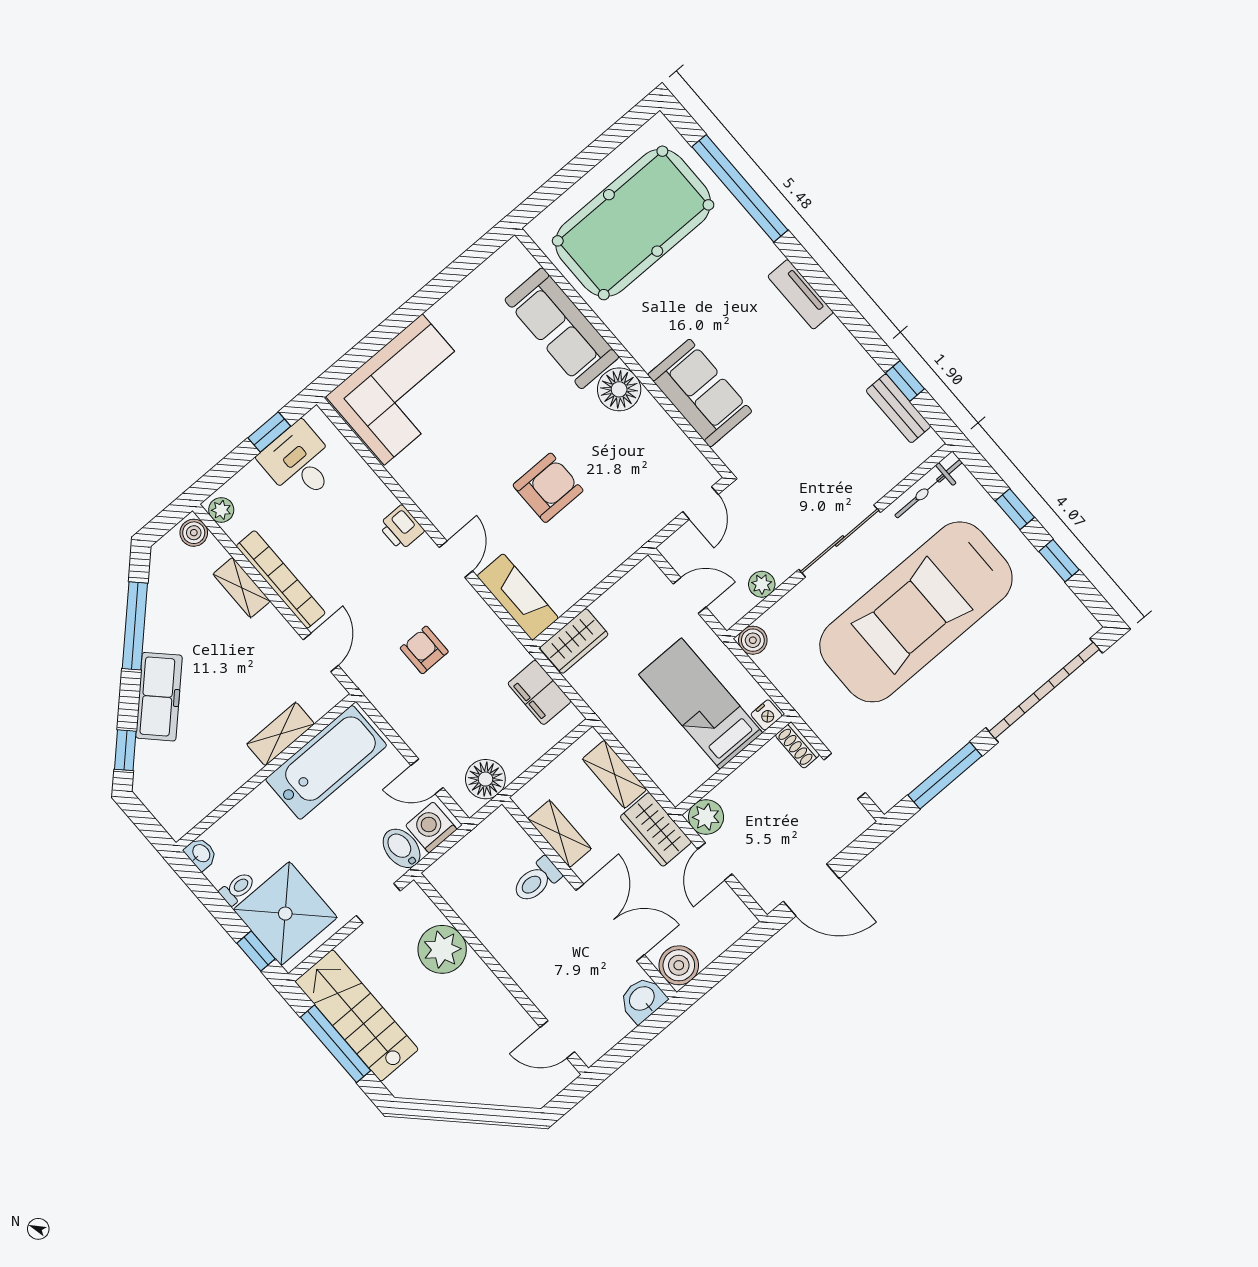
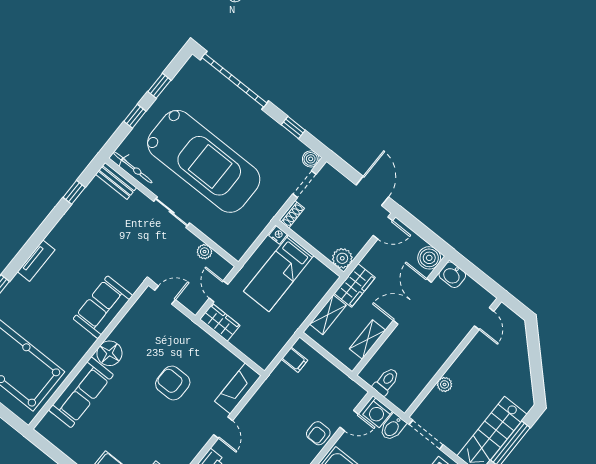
bench: (898, 408) -> (116, 181), moved, turned 90
sliding door: (840, 541) -> (172, 212), width x0.73
door: (456, 559) -> (223, 428), swing flipped
boiler: (753, 640) -> (311, 159), moved
wardrobe: (574, 641) -> (220, 322), moved
armchair: (424, 650) -> (318, 433), moved
filing cabinet: (539, 692) -> (295, 360), width x0.50
door: (427, 776) -> (349, 421), hinge flipped
window: (945, 776) -> (293, 128), width x0.46
floor lamp: (485, 779) -> (344, 387), removed
door: (715, 861) -> (383, 228), moved
toilet: (537, 880) -> (386, 382), moved, turned -90
doorway: (378, 903) -> (426, 435), width x1.38
plant: (442, 949) -> (445, 384), width x0.53, depth x0.53

